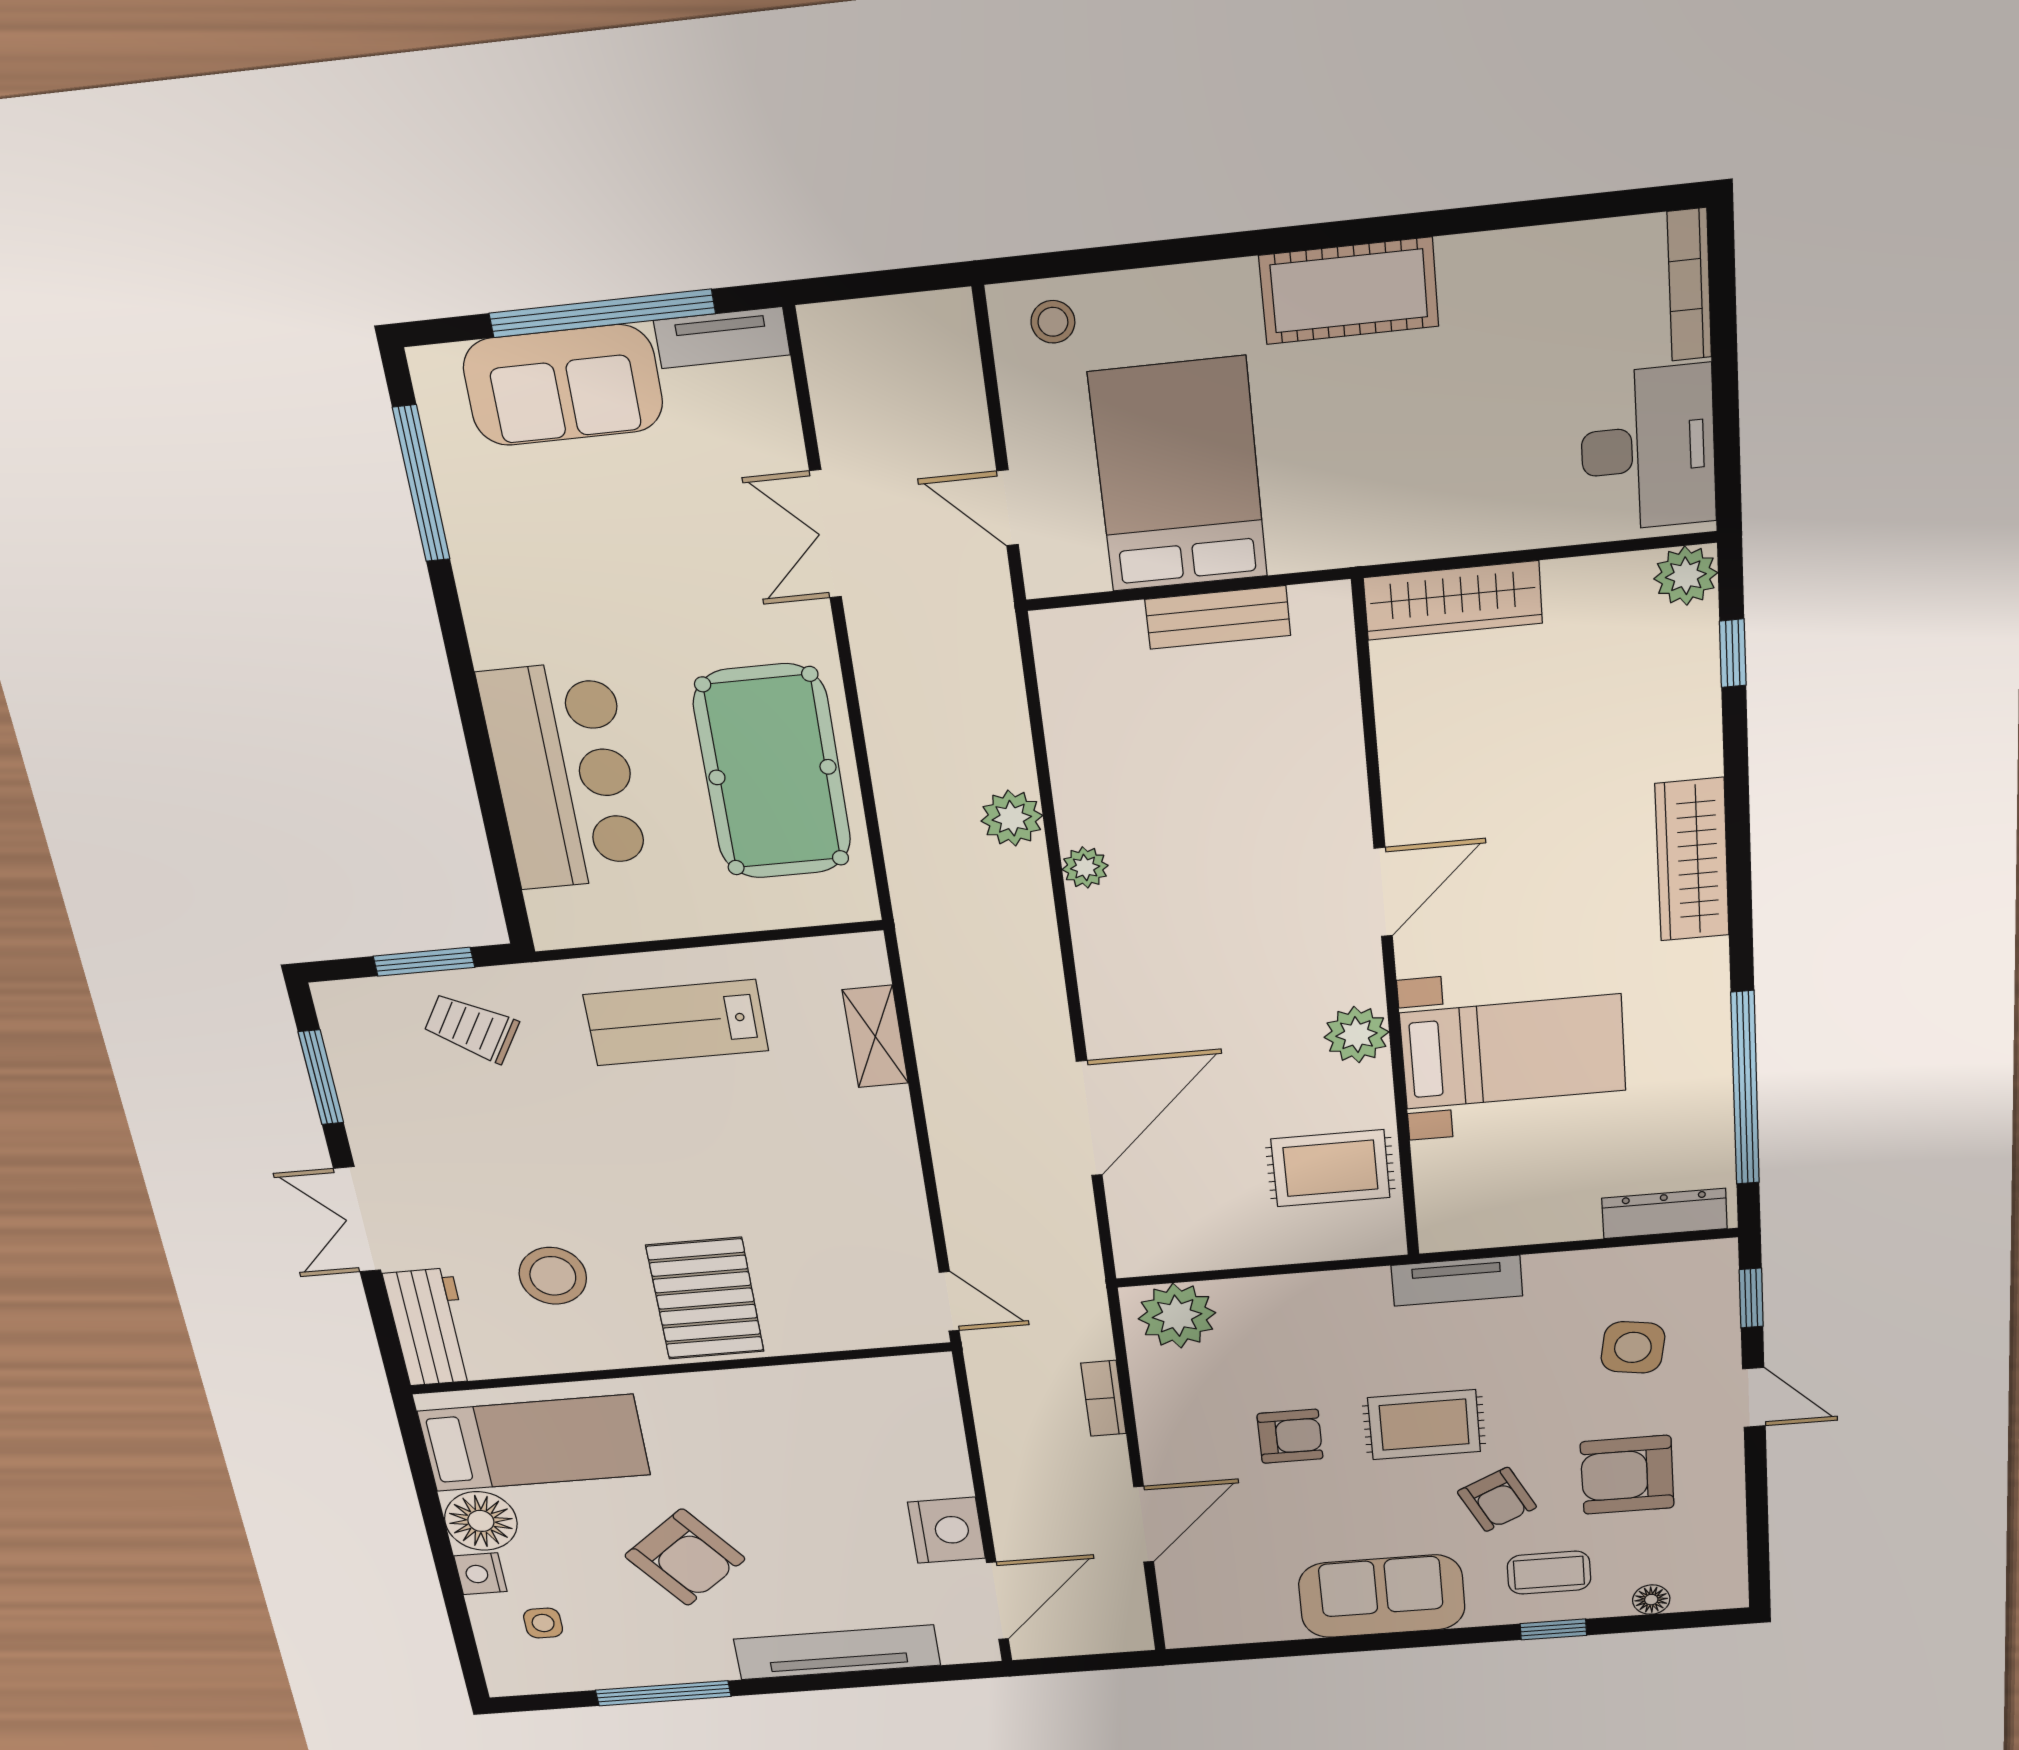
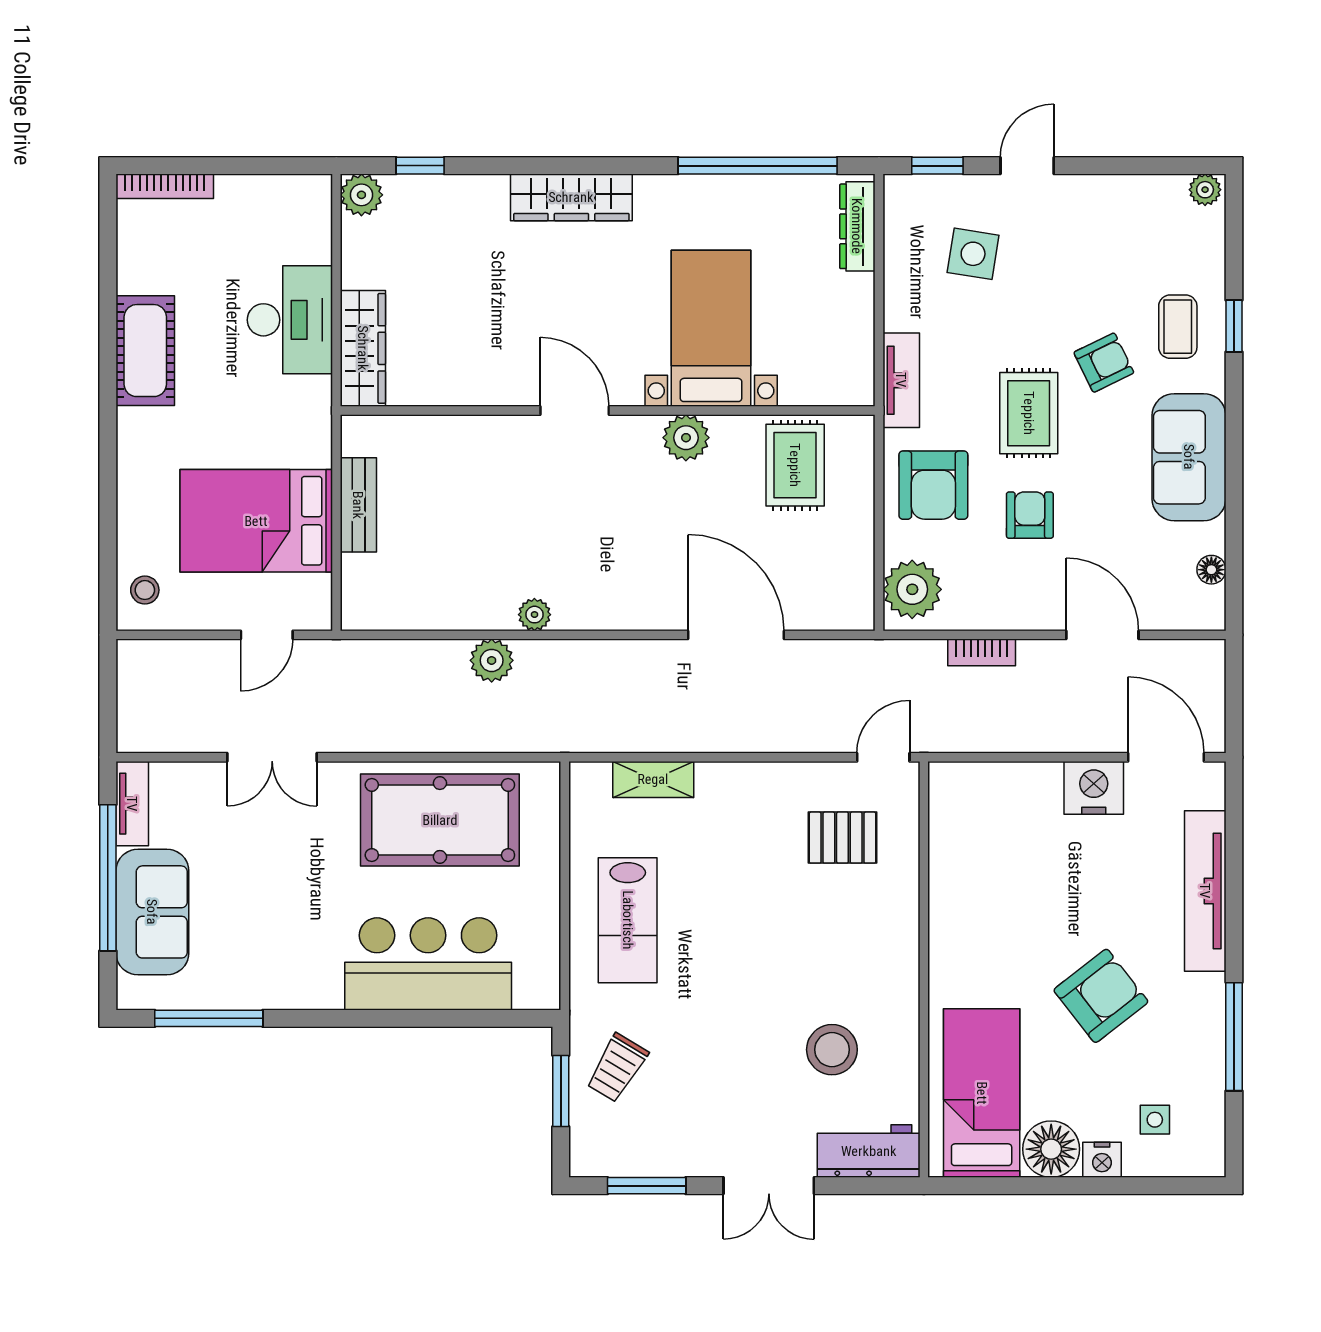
cot: (1349, 291) -> (145, 351), moved
desk: (1648, 449) -> (290, 320), moved, turned 90
pallet: (705, 1299) -> (842, 838), moved, width x0.67, depth x0.71
armchair: (1627, 1475) -> (933, 485), moved
plant: (1728, 1588) -> (1205, 190), added
floor lamp: (1651, 1600) -> (1211, 570), moved

